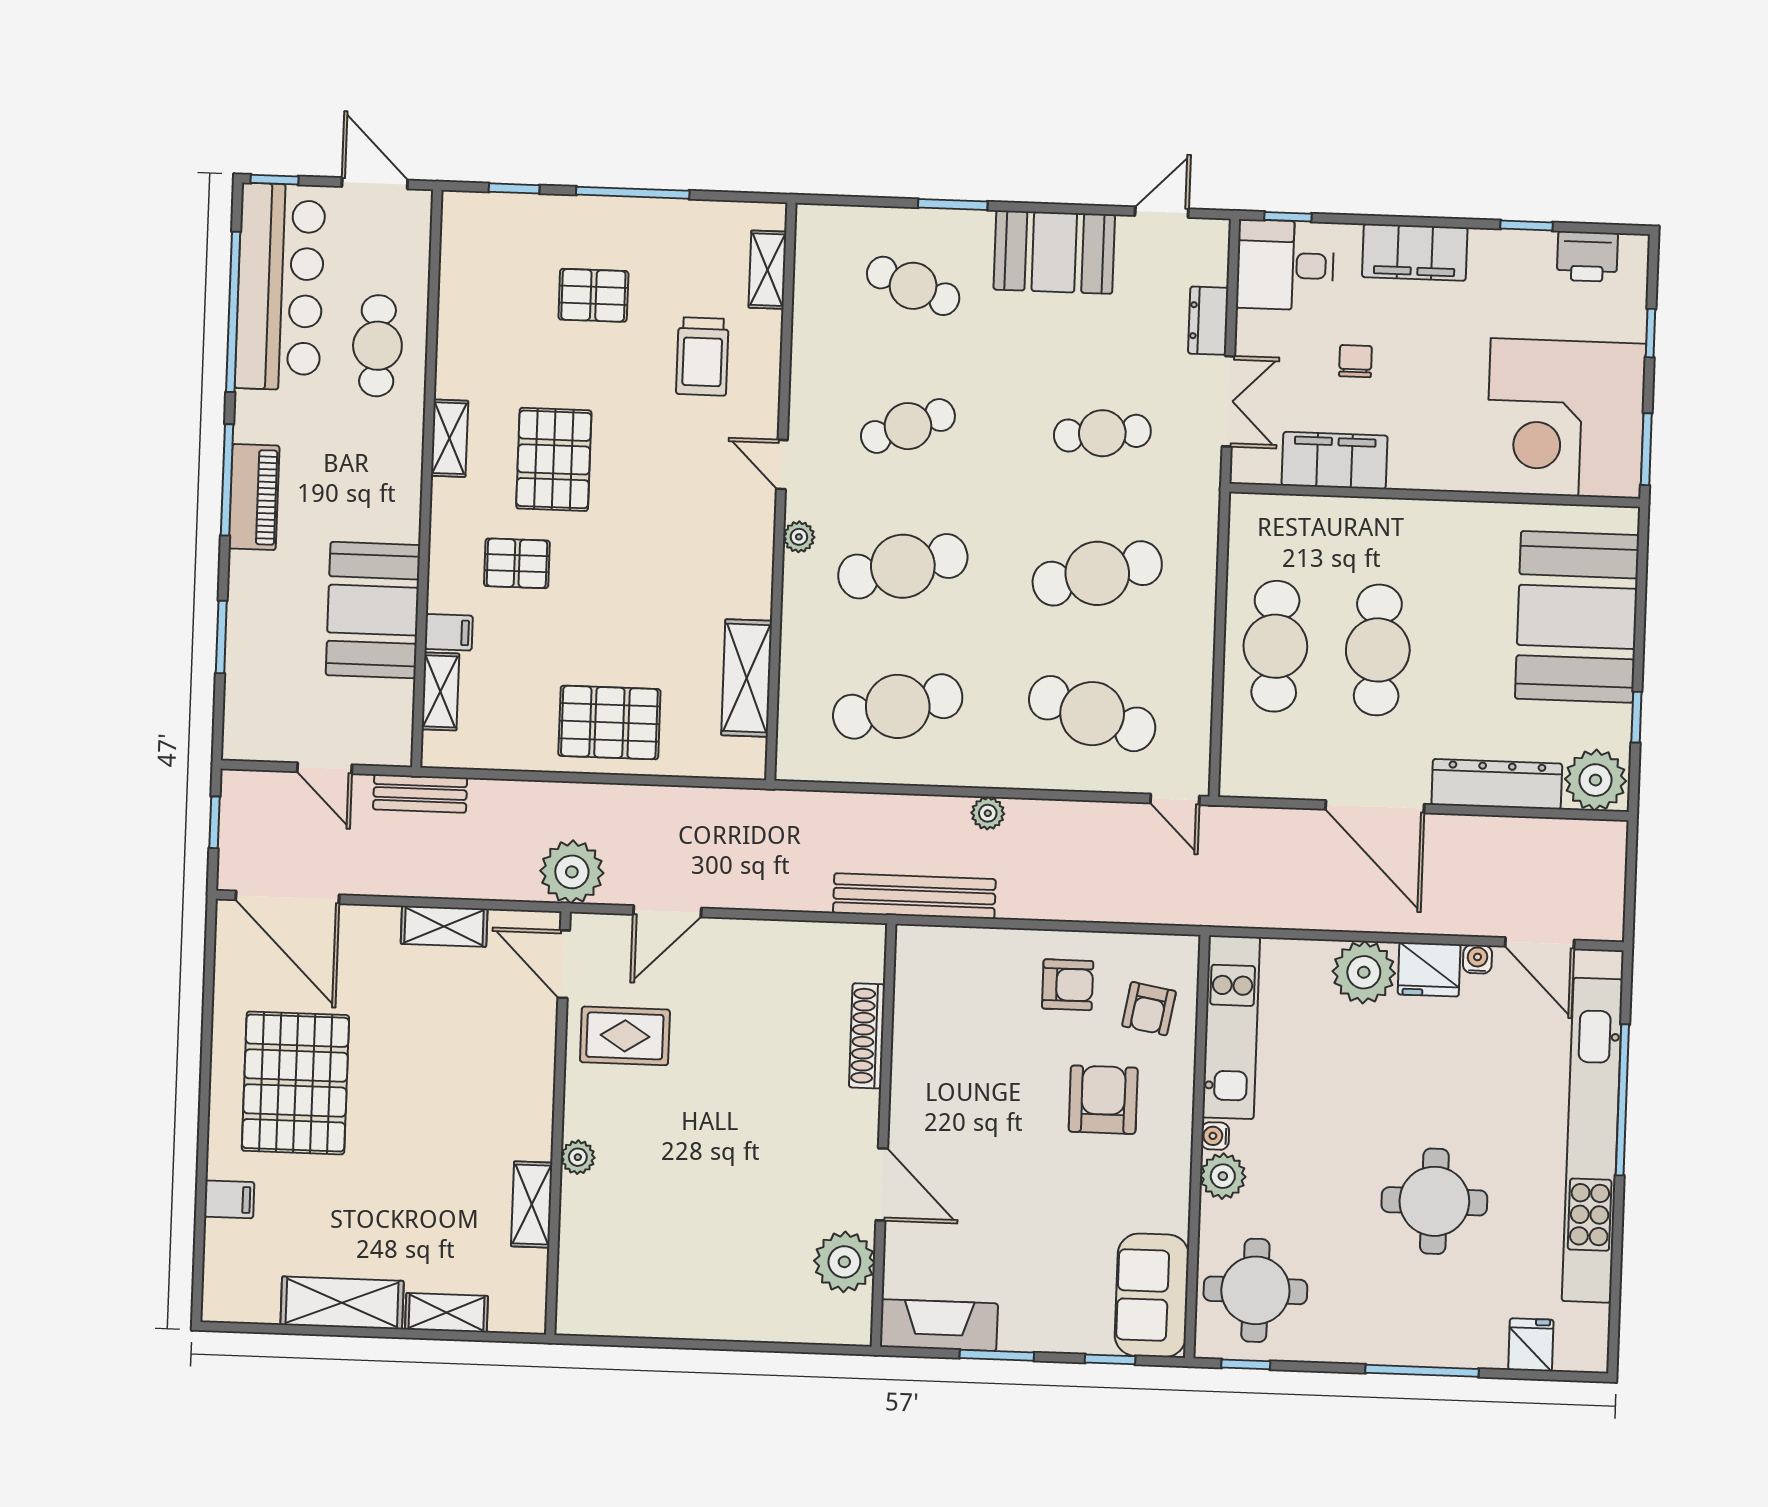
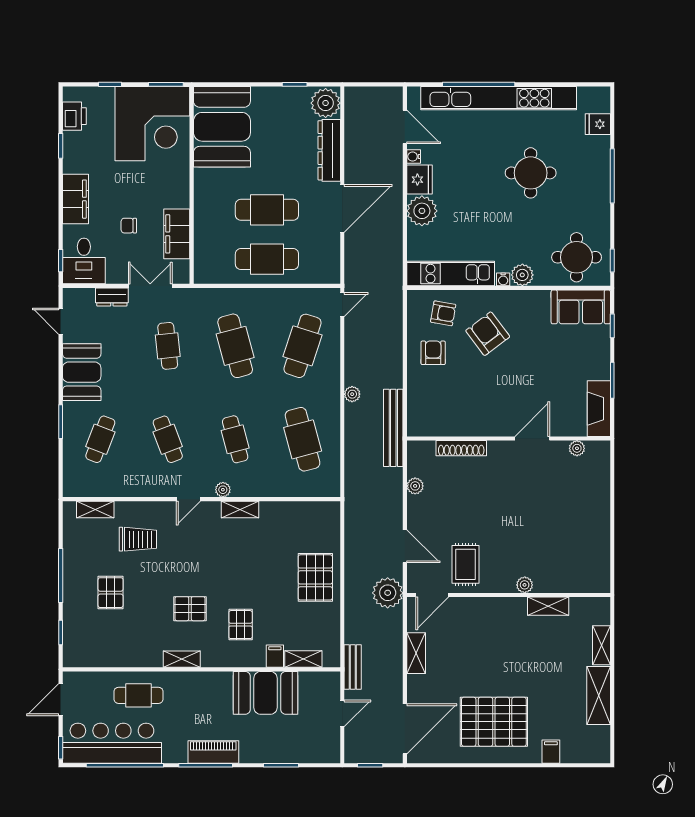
pallet: (554, 459) -> (190, 609), width x0.67, depth x0.71
cafe table: (903, 566) -> (235, 439), width x0.73, depth x0.74
booth: (1577, 617) -> (222, 127), moved, turned 90
shelving: (747, 678) -> (240, 510), moved, width x0.67, depth x0.75
plant: (792, 937) -> (415, 486), added
door: (1540, 943) -> (405, 127), hinge flipped
armchair: (1103, 1100) -> (488, 334), turned 53
plant: (844, 1262) -> (577, 448), width x0.53, depth x0.53

